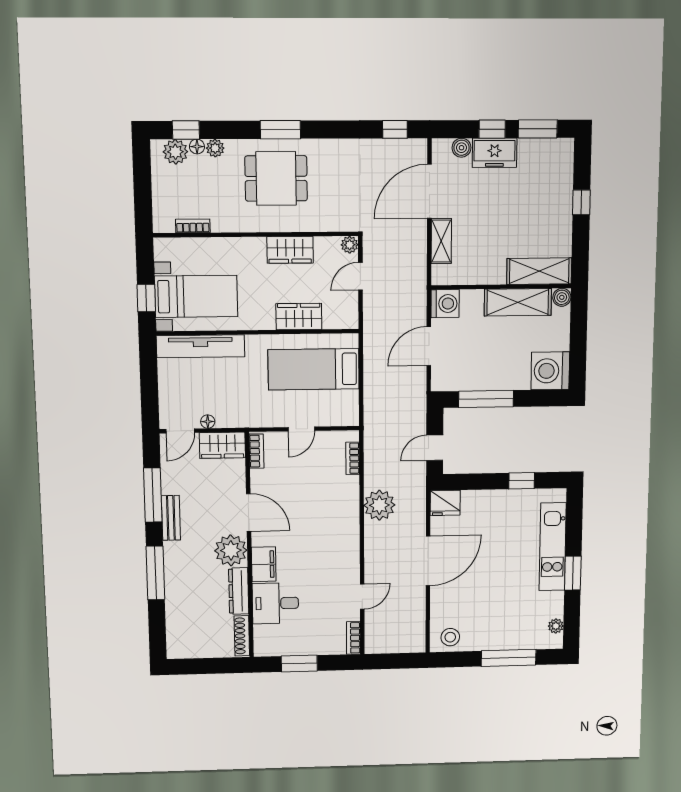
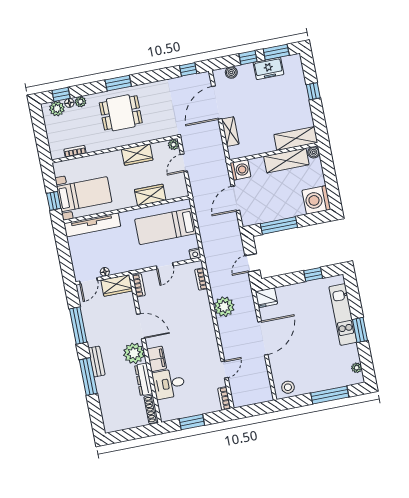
freezer: (495, 153) -> (268, 68), moved
nightstand: (351, 418) -> (195, 254), added
bench: (171, 518) -> (97, 362), moved

